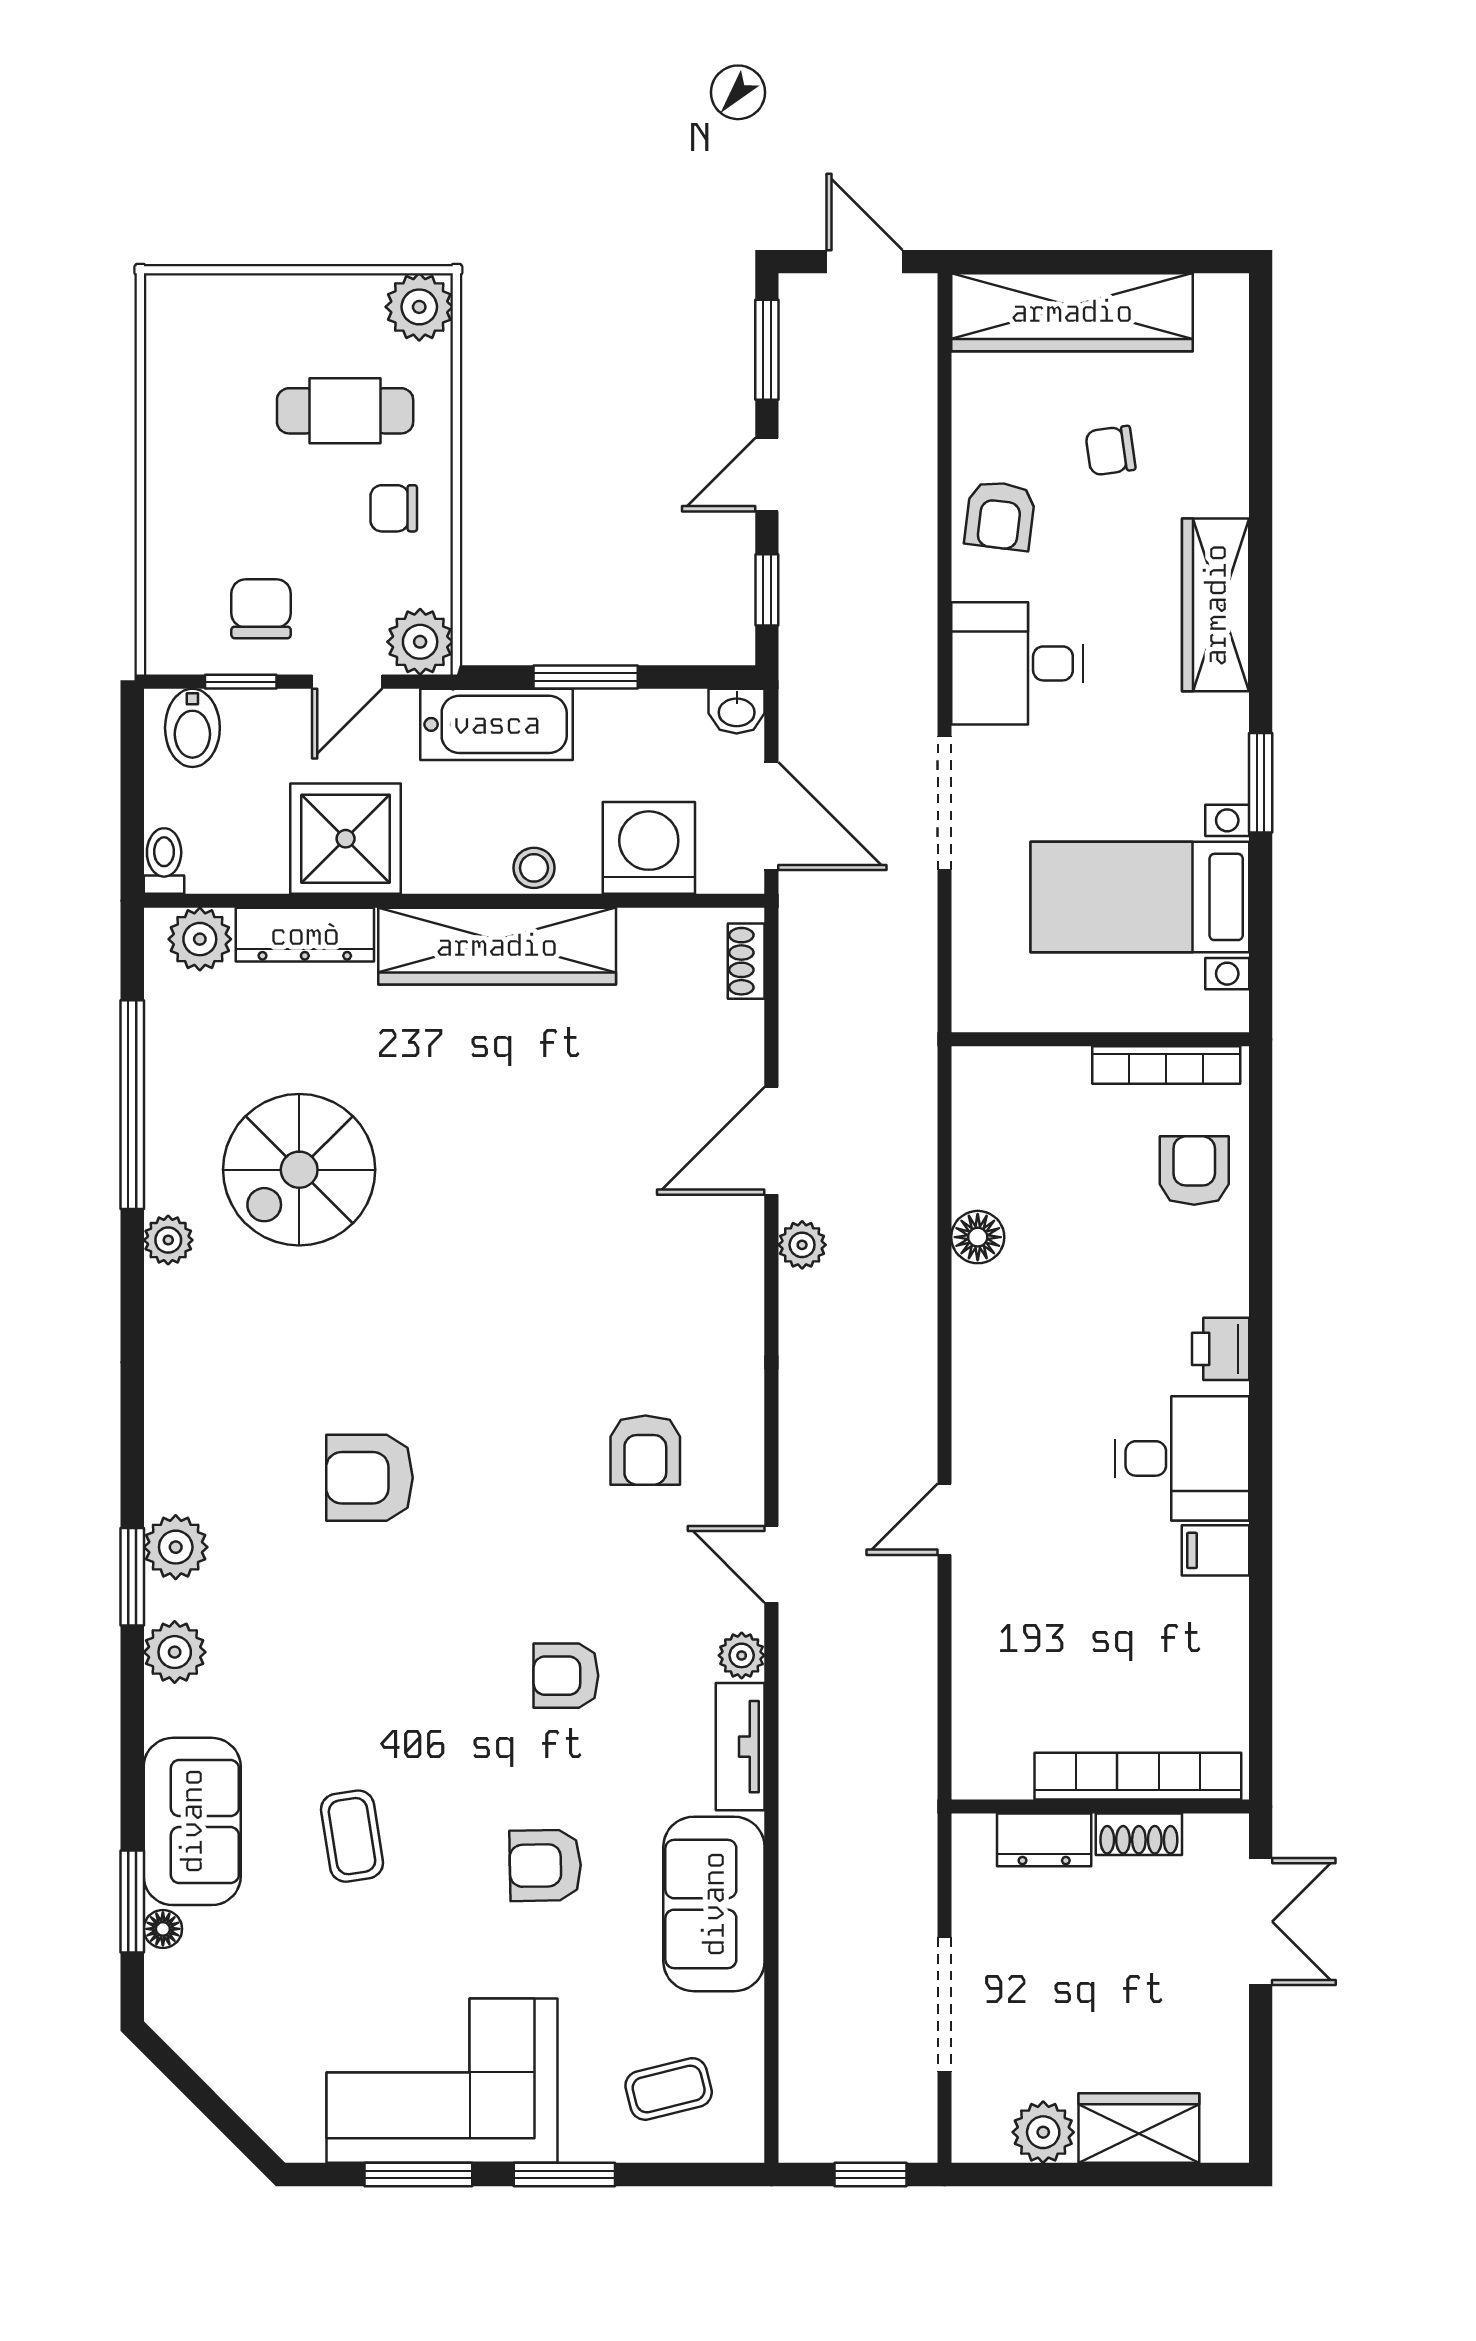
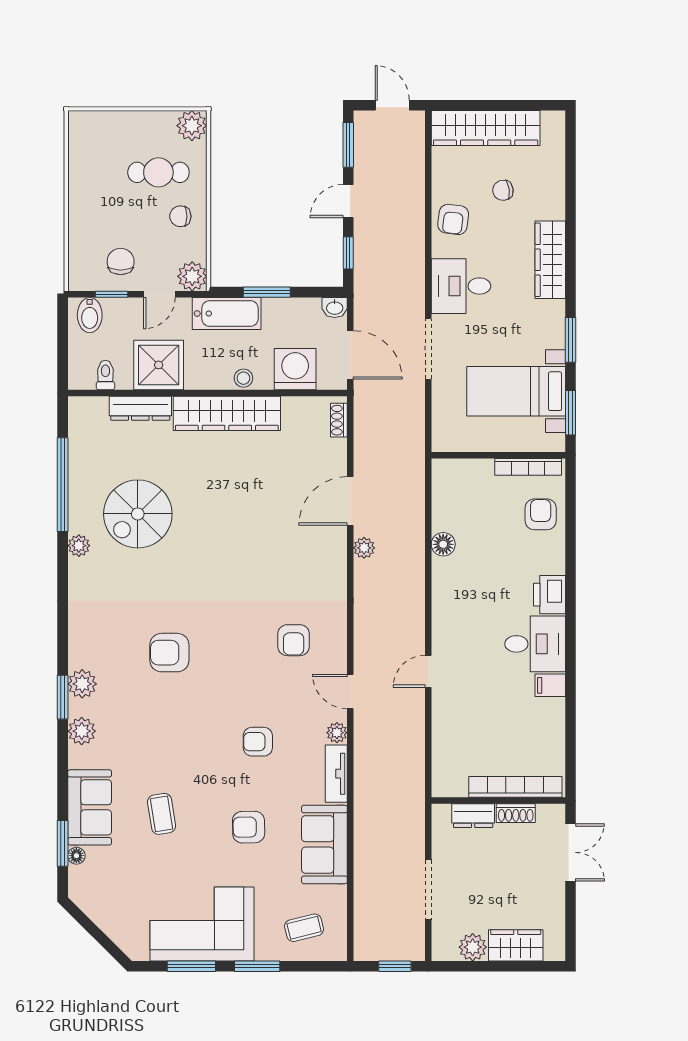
toilet: (164, 861) -> (105, 375), moved
plant: (200, 939) -> (93, 410), removed
window: (1261, 945) -> (571, 413), added
printer: (1221, 1349) -> (549, 595), width x1.36, depth x1.24

